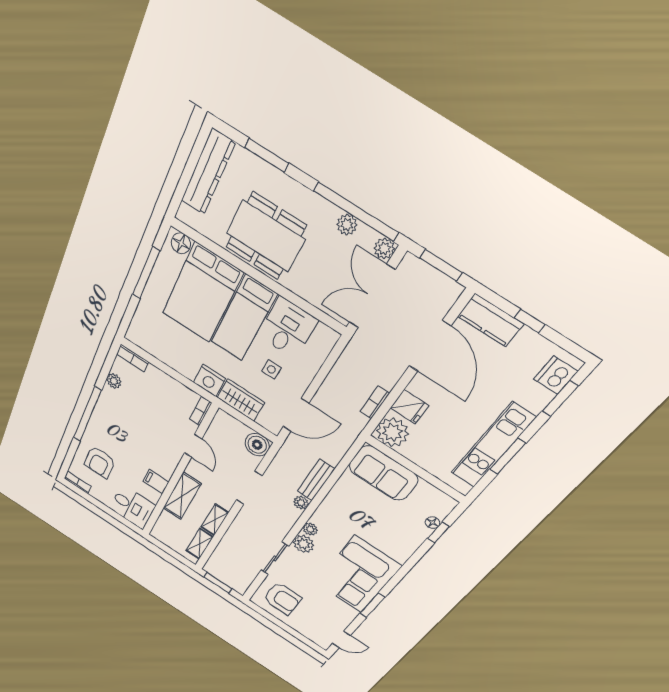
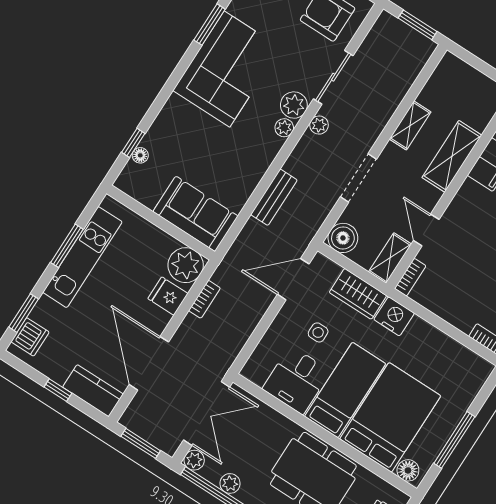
plant: (301, 503) -> (319, 125), moved
shelving: (200, 544) -> (390, 258), moved

